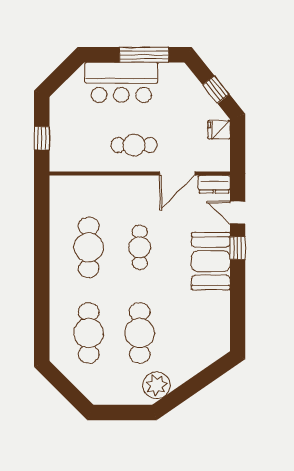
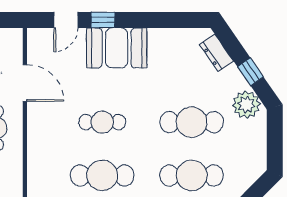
dresser: (214, 184) -> (216, 53), moved, turned 145
window: (188, 389) -> (251, 72), added

